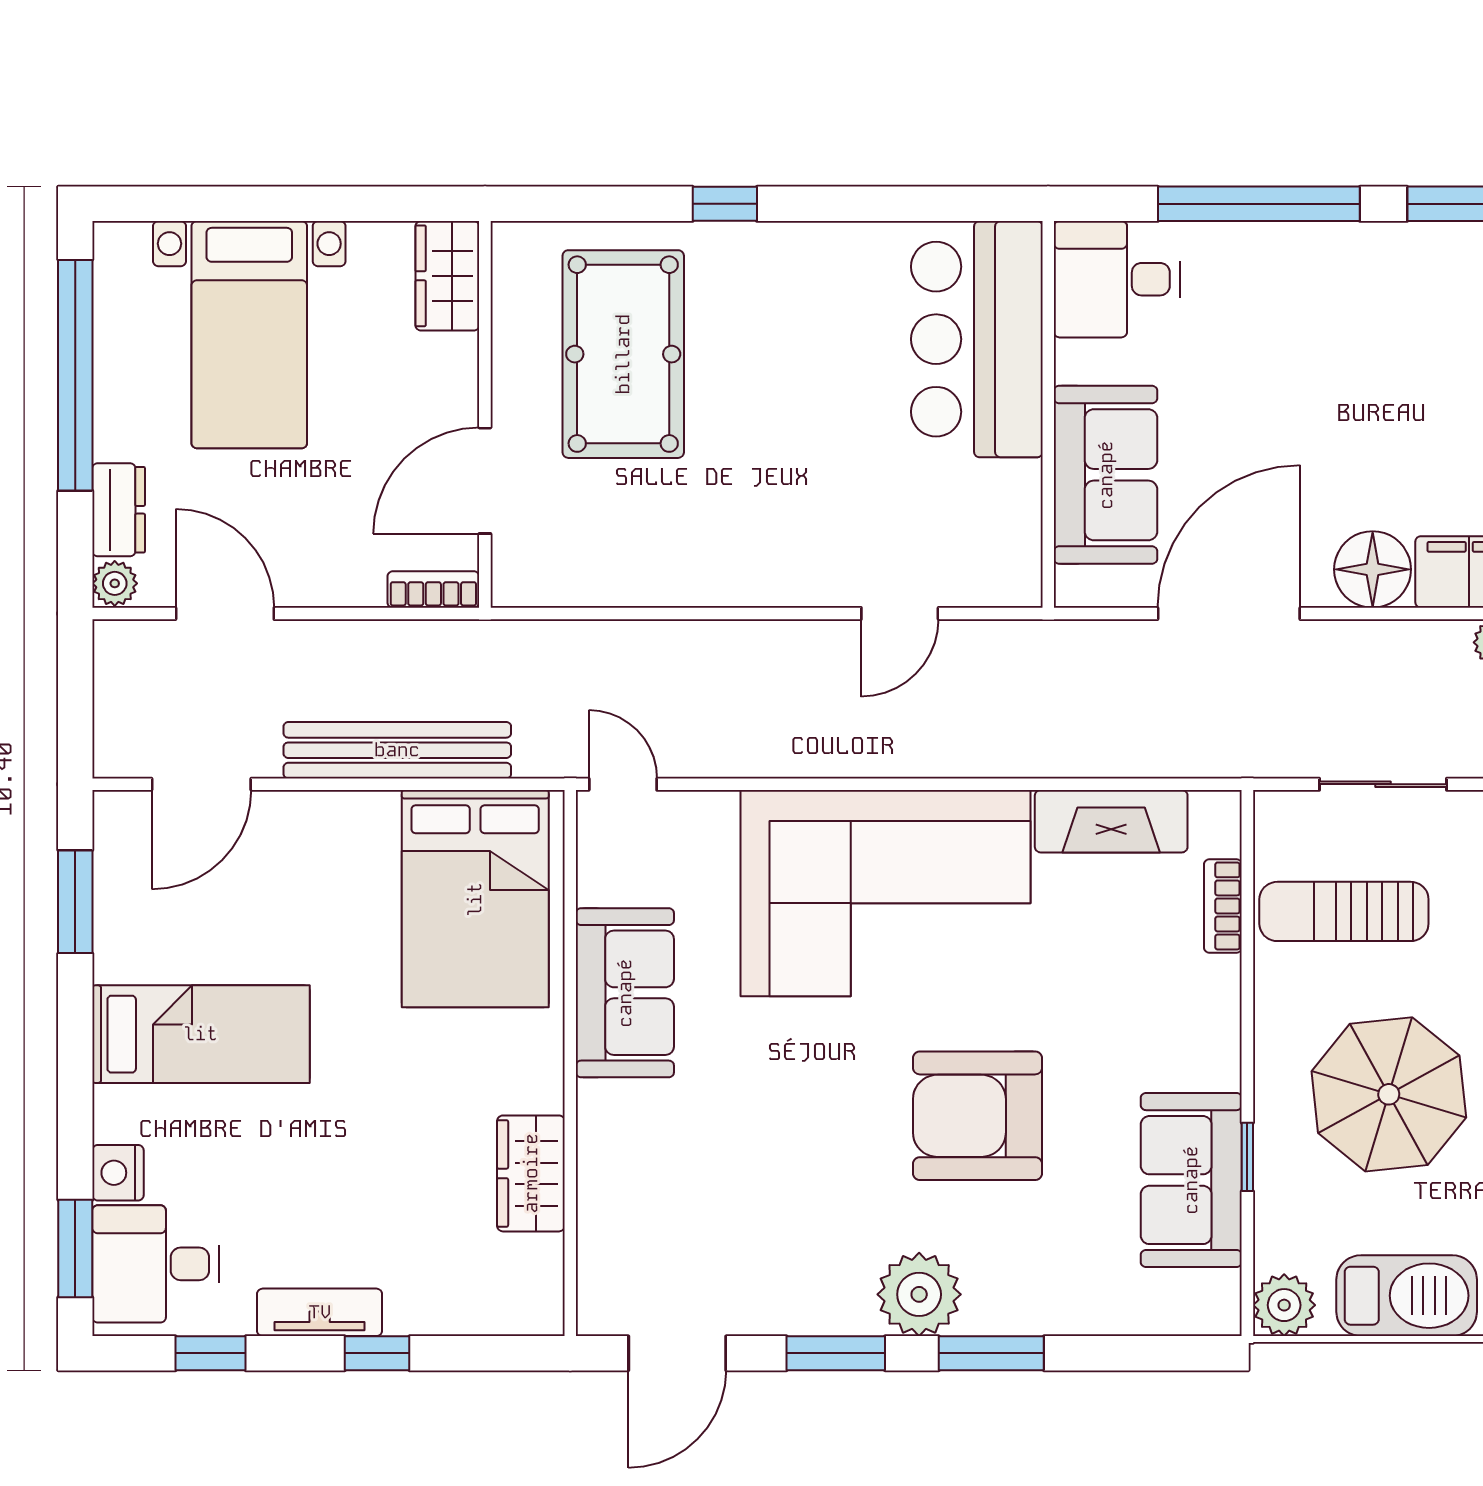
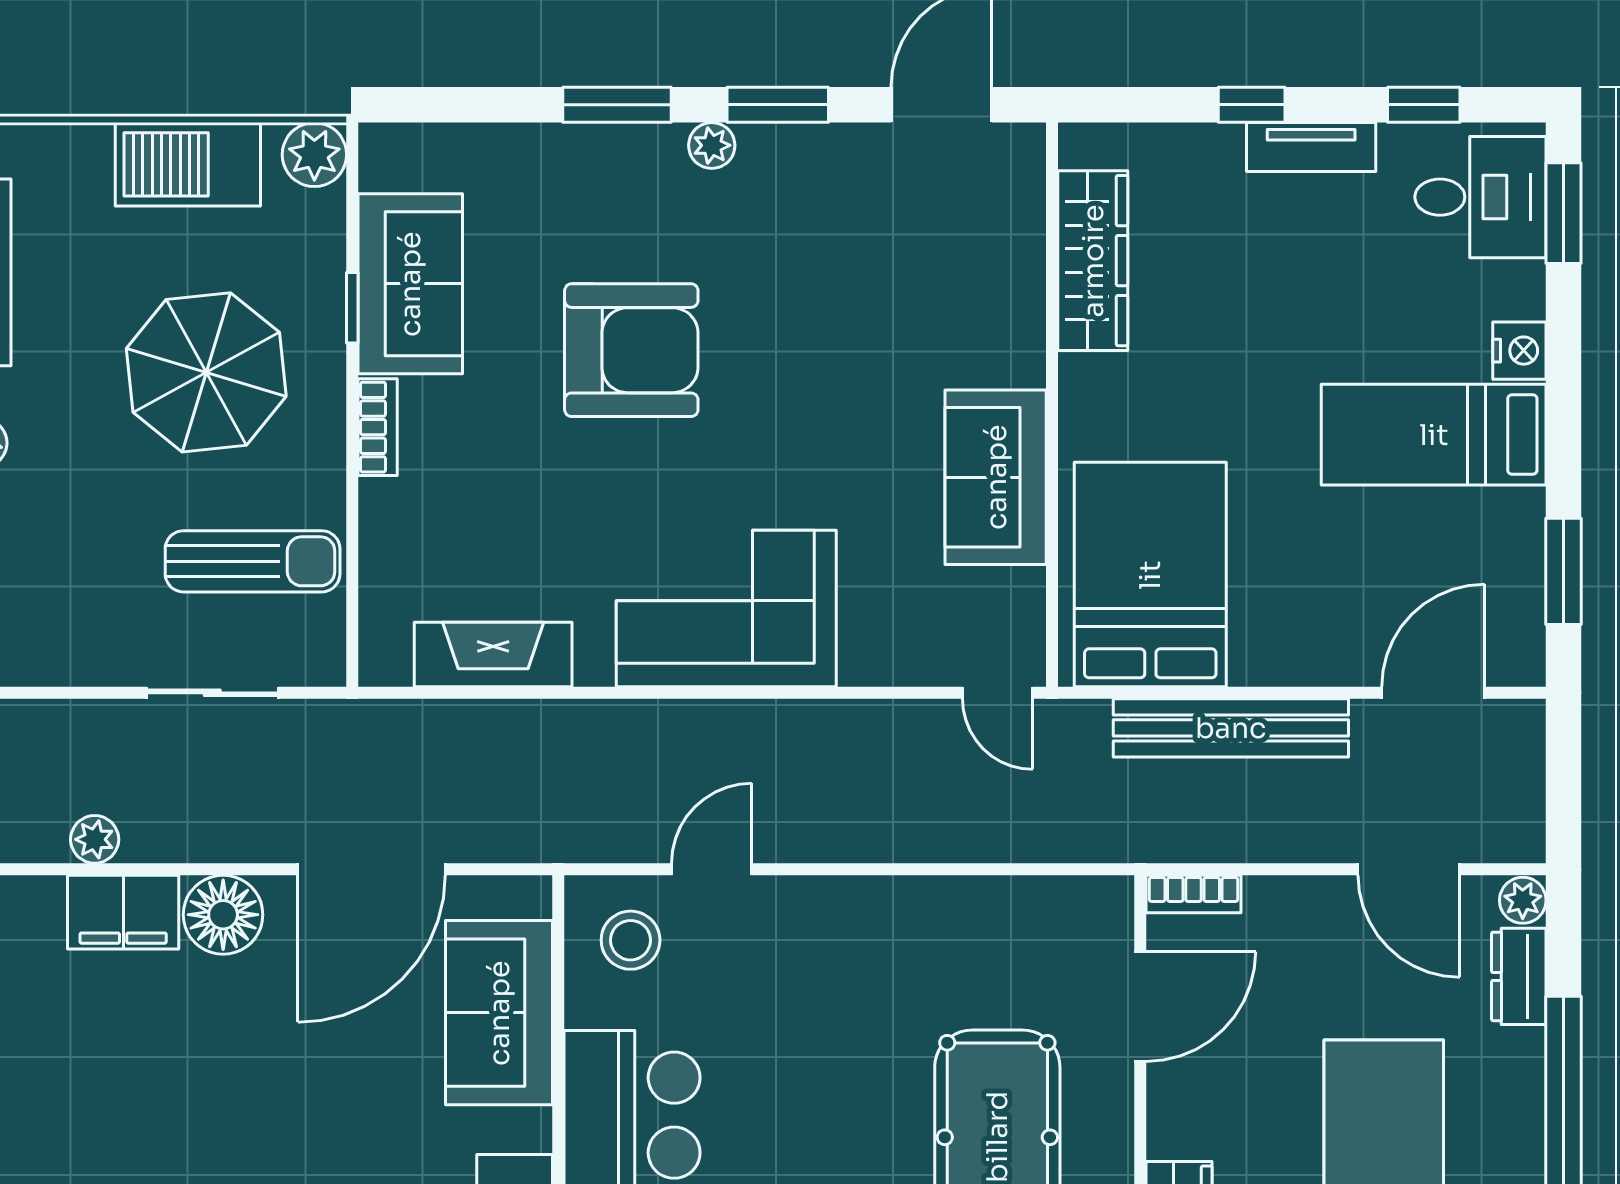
stool: (978, 545) -> (631, 940), added
corner sofa: (886, 893) -> (726, 608), width x0.73, depth x0.74
bookcase: (1223, 906) -> (378, 427), moved
nightstand: (118, 1173) -> (1519, 351), moved
wardrobe: (531, 1173) -> (1093, 261), width x1.50
plant: (919, 1294) -> (712, 145), width x0.53, depth x0.53

